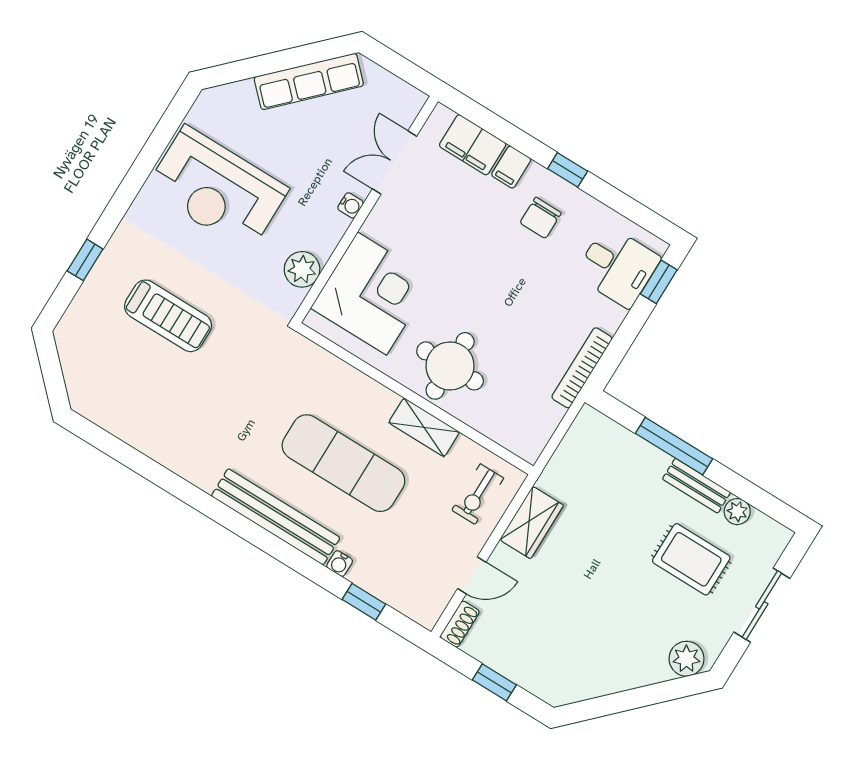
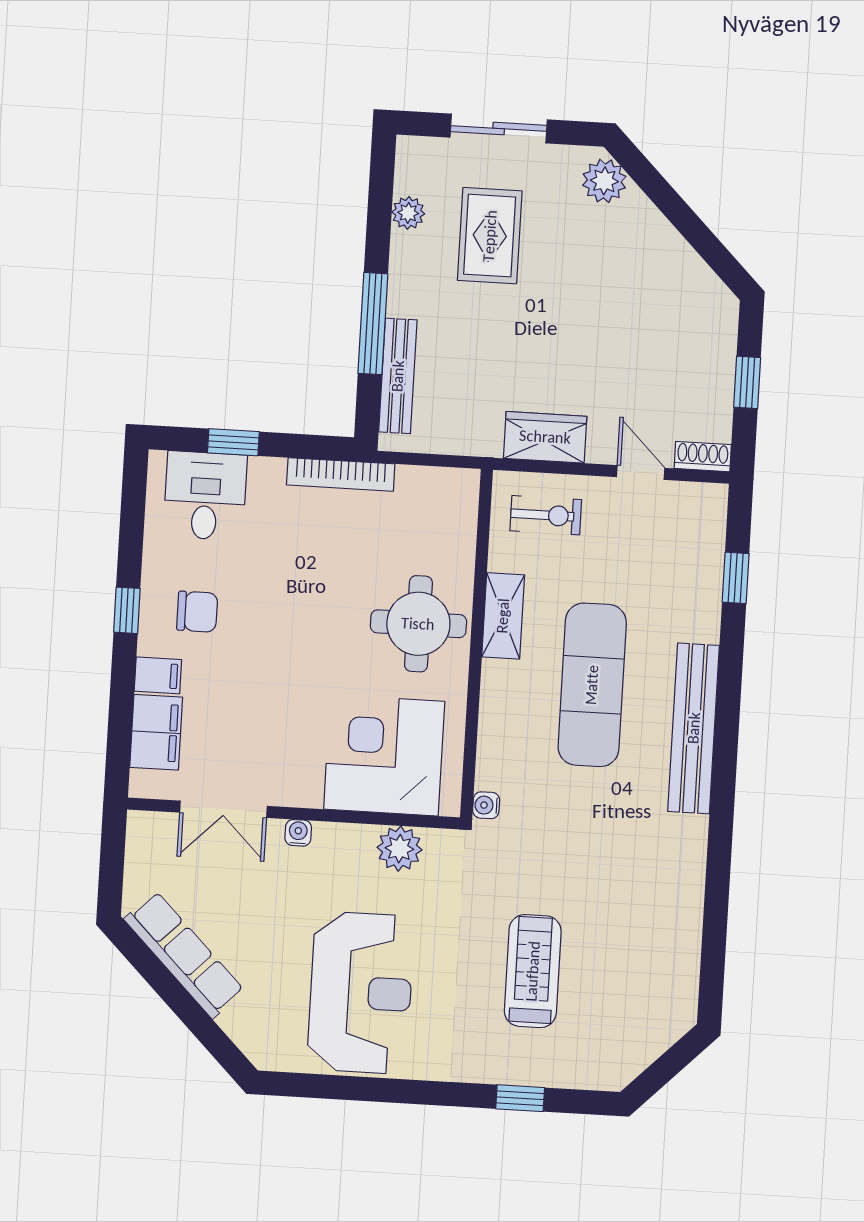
window: (659, 282) -> (233, 442), moved
bench: (696, 486) -> (398, 376), moved, width x1.36
water cooler: (340, 564) -> (486, 805), moved, turned 180

